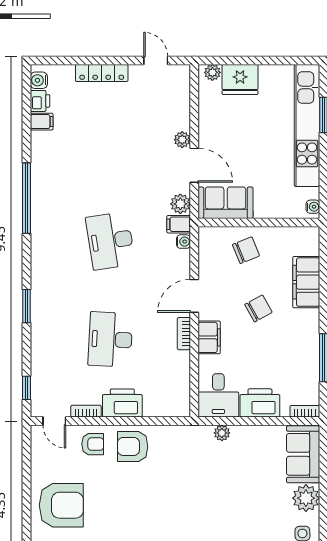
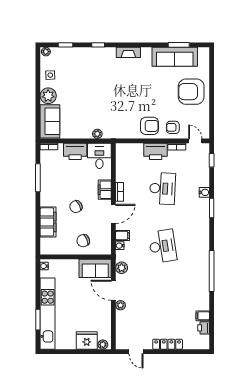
water cooler: (39, 80) -> (204, 192), moved
filing cabinet: (179, 224) -> (123, 236), moved

